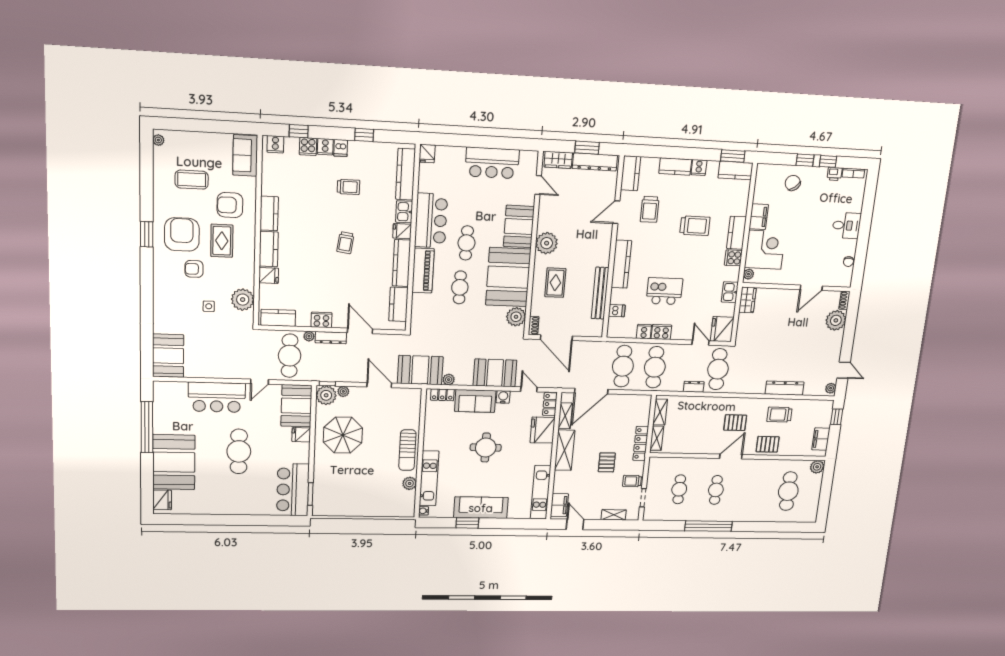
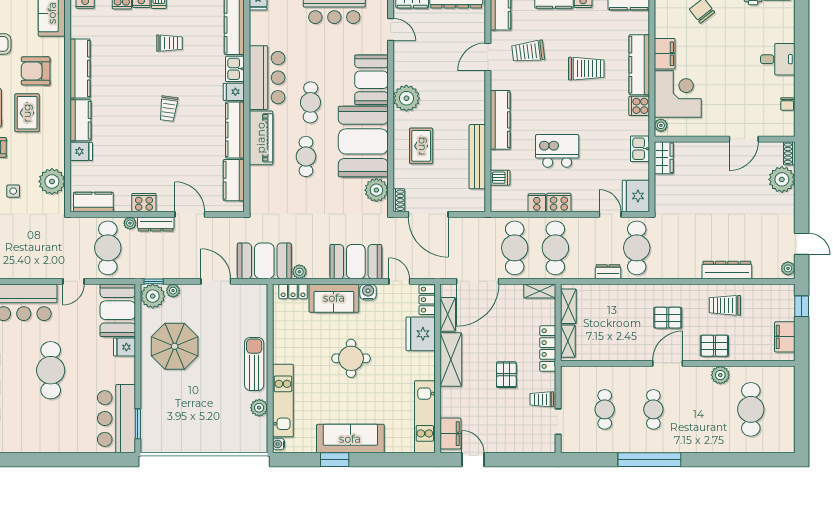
trolley: (650, 209) -> (528, 52), turned 83
kitchen counter: (269, 213) -> (80, 69), width x1.50
kitchen counter: (737, 233) -> (639, 65), width x1.50
sun lounger: (407, 450) -> (254, 364), turned 180
plant: (817, 467) -> (720, 375), moved
shelving: (614, 515) -> (540, 291), moved

